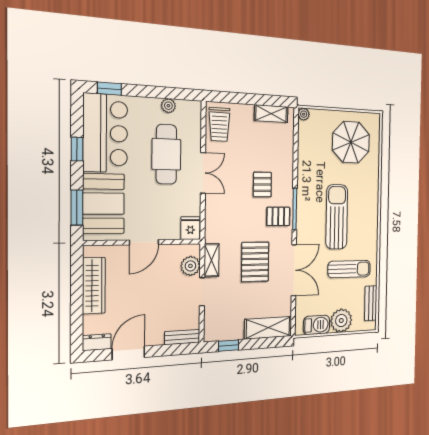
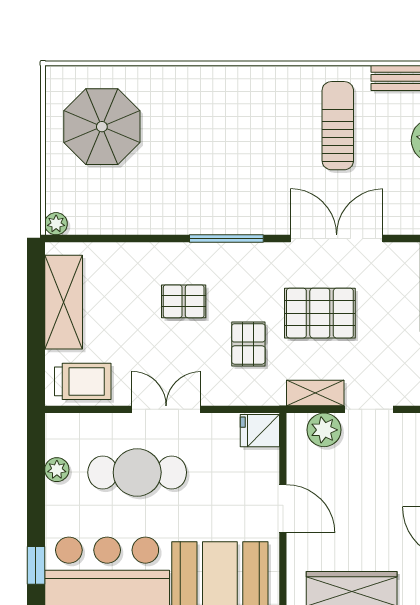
shelving: (271, 114) -> (64, 302), width x1.50, depth x1.33
pallet: (278, 216) -> (248, 344), moved
sun lounger: (337, 217) -> (240, 154), removed

